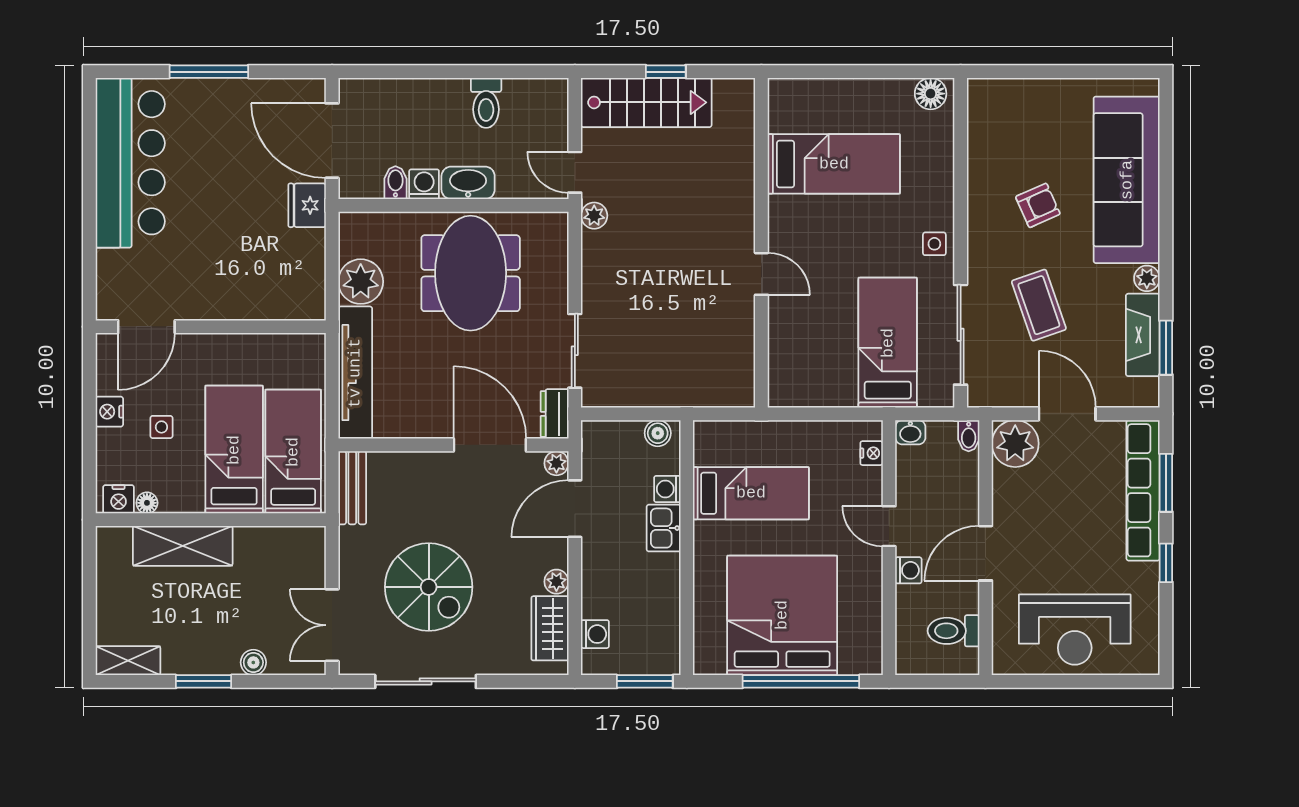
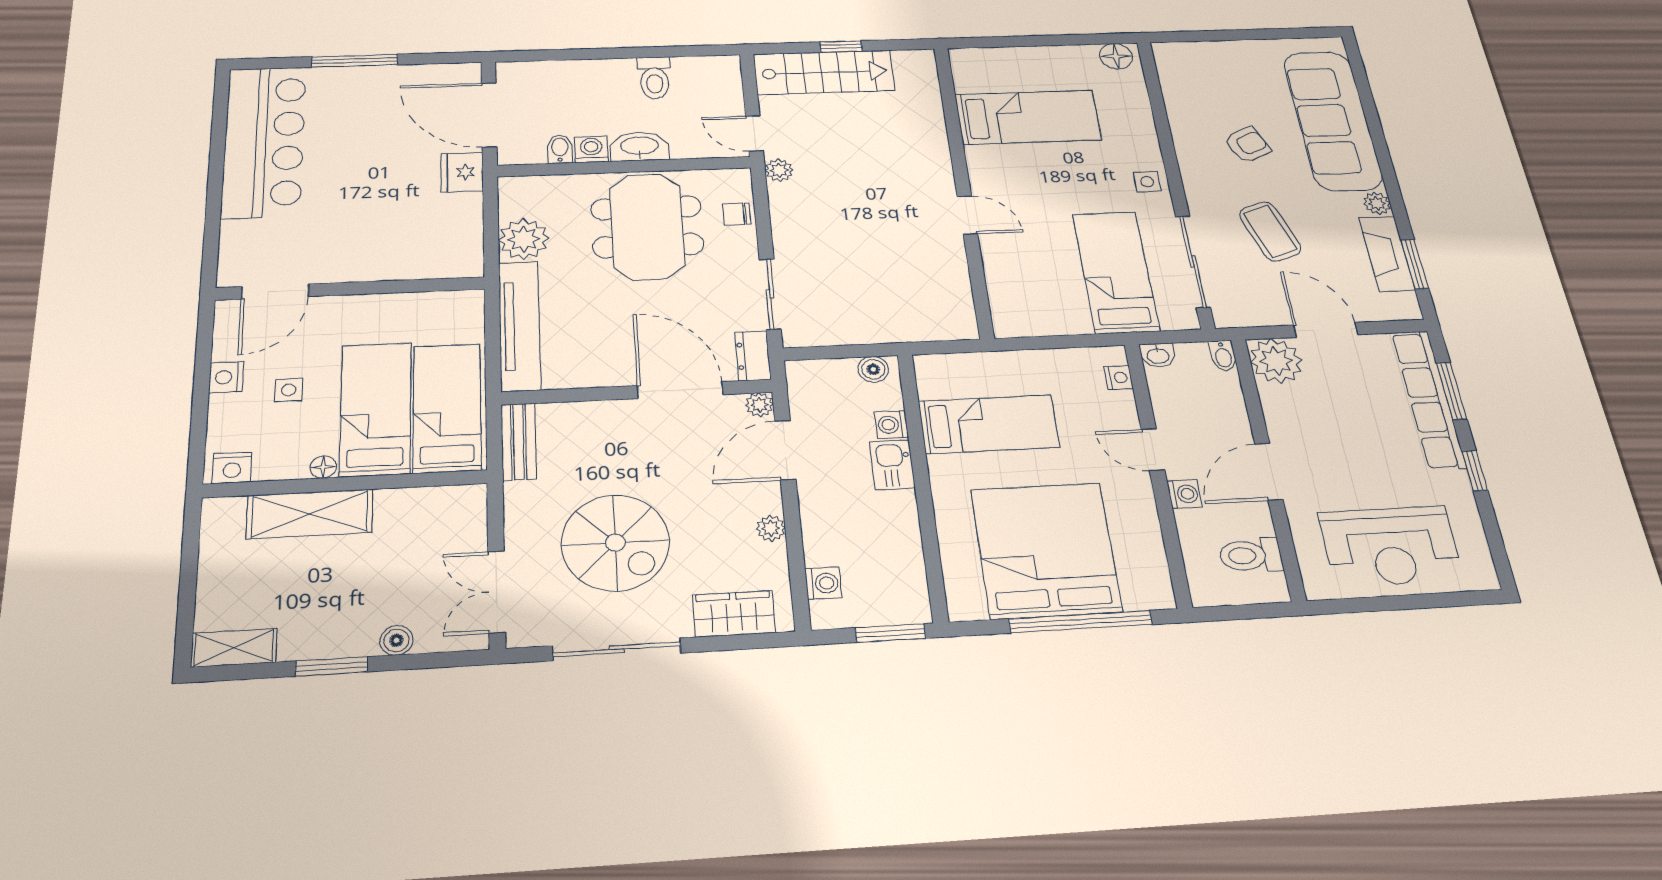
chair: (552, 263) -> (737, 214), added
floor lamp: (147, 503) -> (323, 467), moved
wardrobe: (550, 628) -> (734, 614), moved, turned 90

